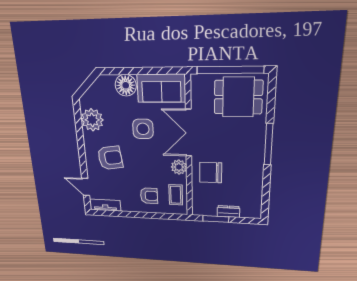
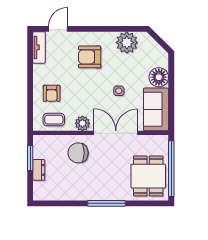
side table: (143, 129) -> (119, 91), width x0.54, depth x0.54
armchair: (110, 158) -> (90, 57), turned 98
chair: (211, 173) -> (78, 153), turned -90

